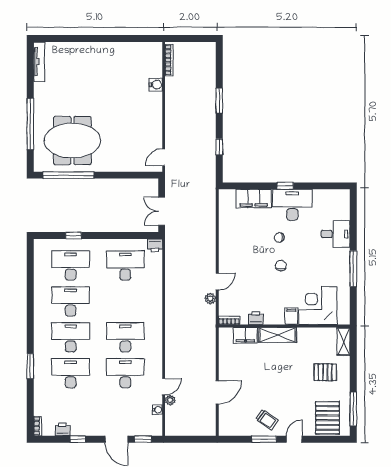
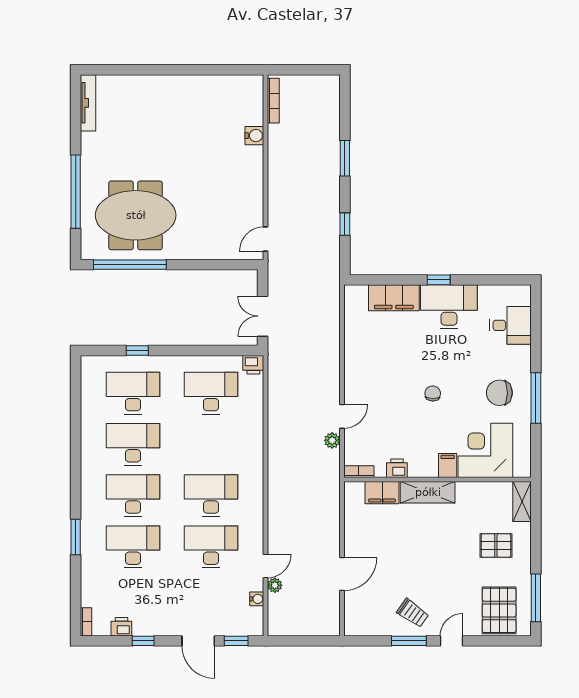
desk: (335, 234) -> (510, 325), moved
chair: (279, 237) -> (499, 393), moved, width x1.87, depth x1.87

